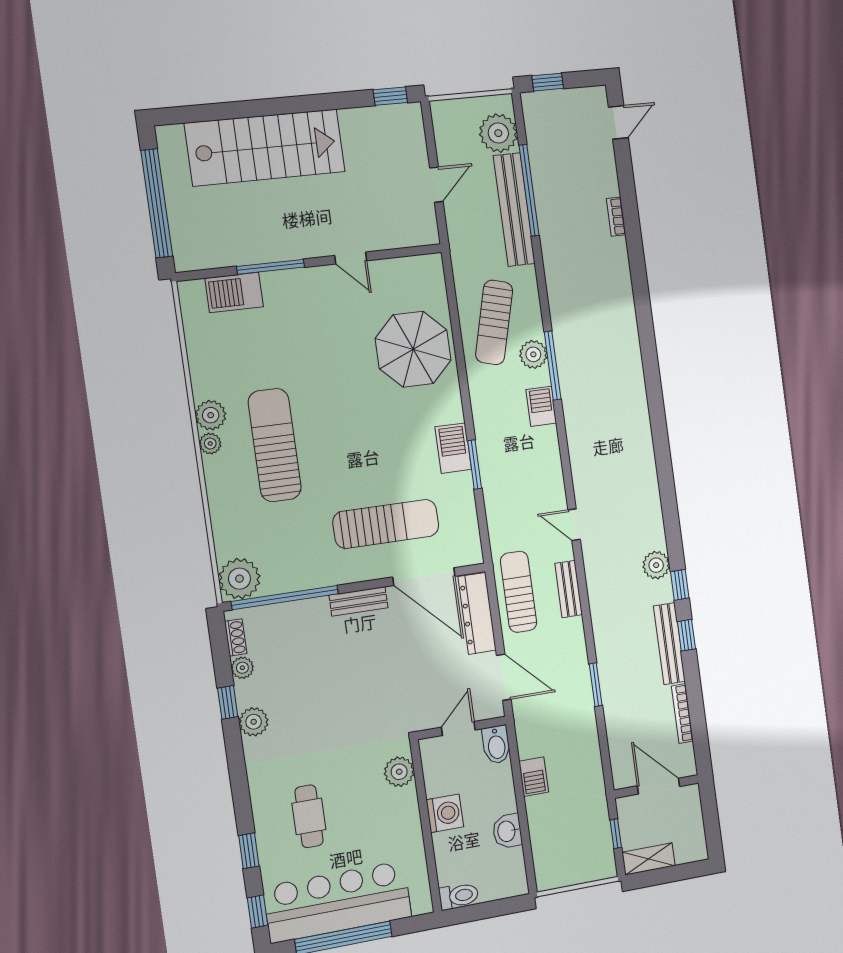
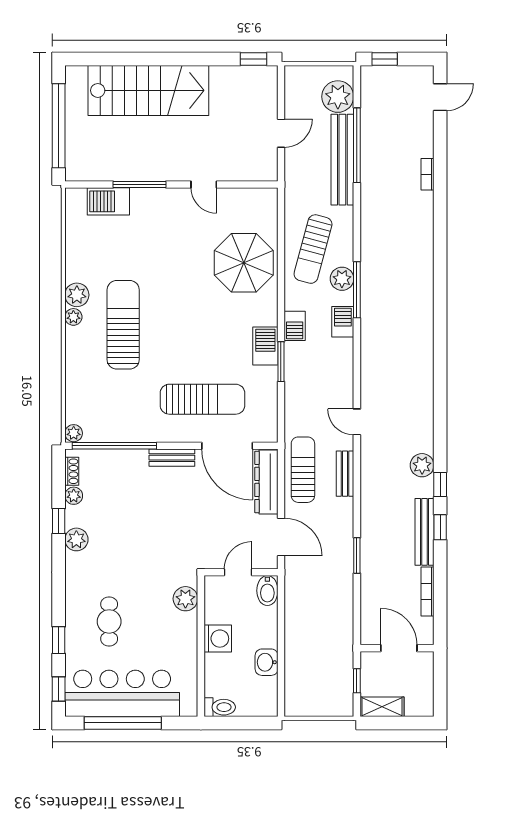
plant: (239, 579) -> (74, 433), width x0.53, depth x0.53
barbecue: (534, 777) -> (295, 326), moved

